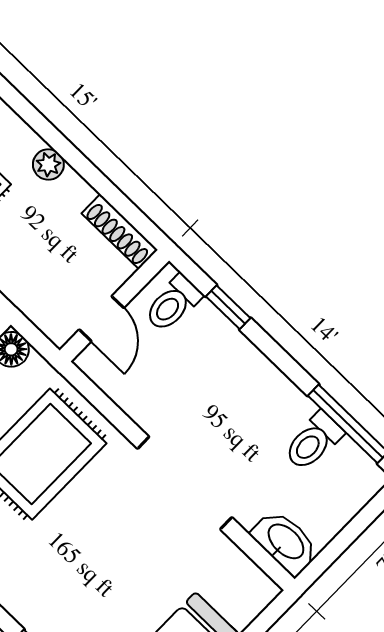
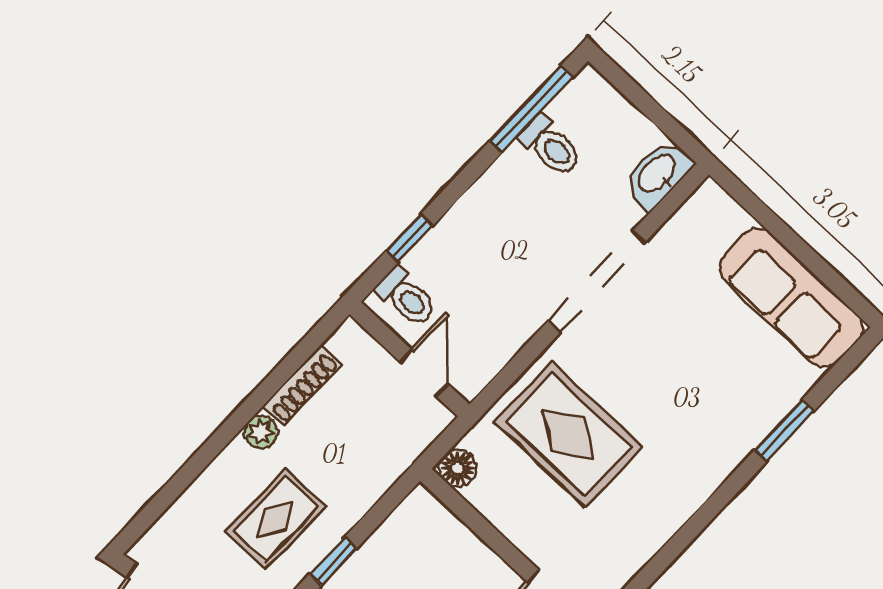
shoe rack: (120, 231) -> (302, 385), moved
door: (102, 319) -> (424, 373), hinge flipped

